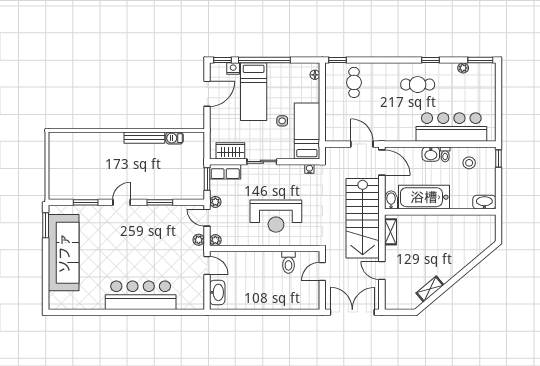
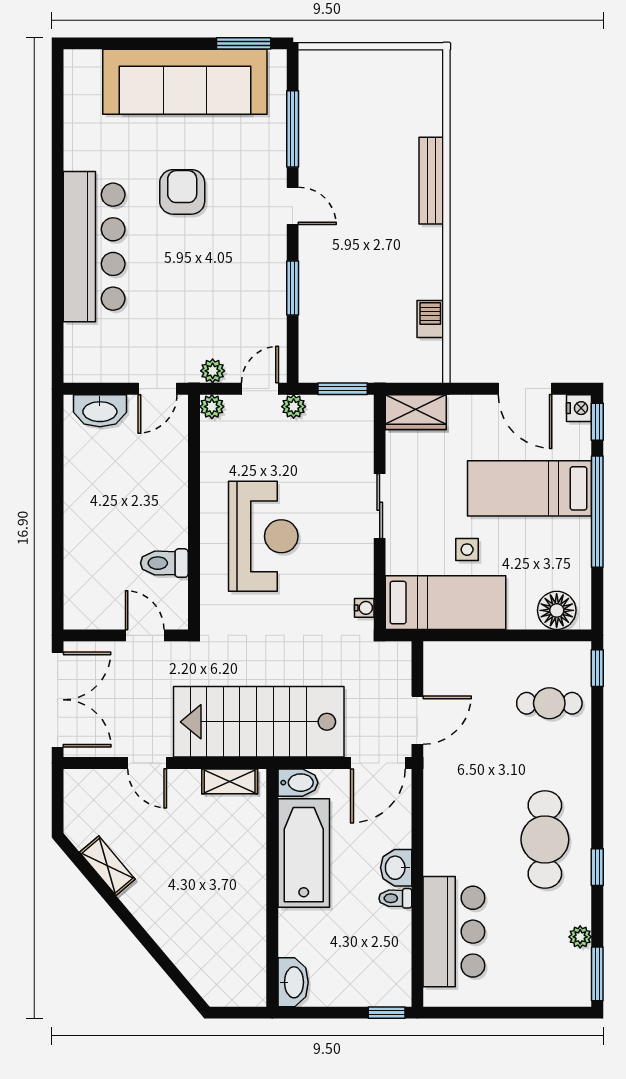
nightstand: (233, 69) -> (579, 408), moved
floor lamp: (315, 75) -> (557, 610), width x1.89, depth x1.89
cafe table: (418, 85) -> (545, 839), width x1.37, depth x1.35
bar counter: (451, 127) -> (454, 932), width x0.73
bench: (144, 138) -> (431, 181), moved
wardrobe: (230, 151) -> (416, 412), moved, turned 90
stool: (469, 163) -> (377, 950), removed
row of seats: (225, 172) -> (358, 428), removed
window: (86, 202) -> (293, 129), width x1.44
reception desk: (276, 216) -> (263, 536), turned 180
armchair: (115, 254) -> (182, 192), added
door: (382, 270) -> (147, 763), swing flipped

